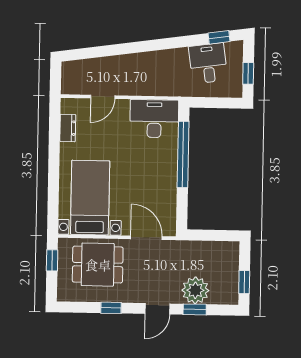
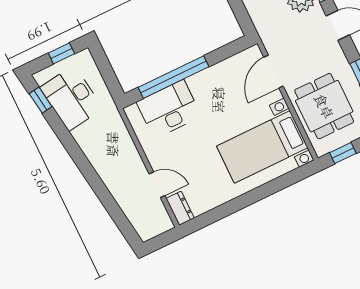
desk: (208, 63) -> (71, 98), width x1.37
desk: (154, 119) -> (169, 109), moved, turned 90
dresser: (68, 128) -> (180, 208), moved, turned 90

